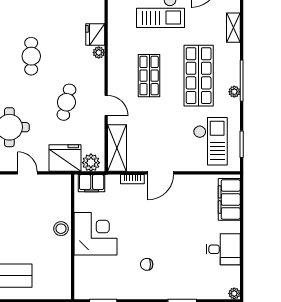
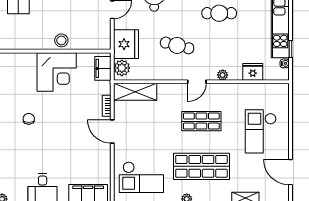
fridge: (95, 35) -> (253, 72), moved
door: (106, 106) -> (197, 82), moved

